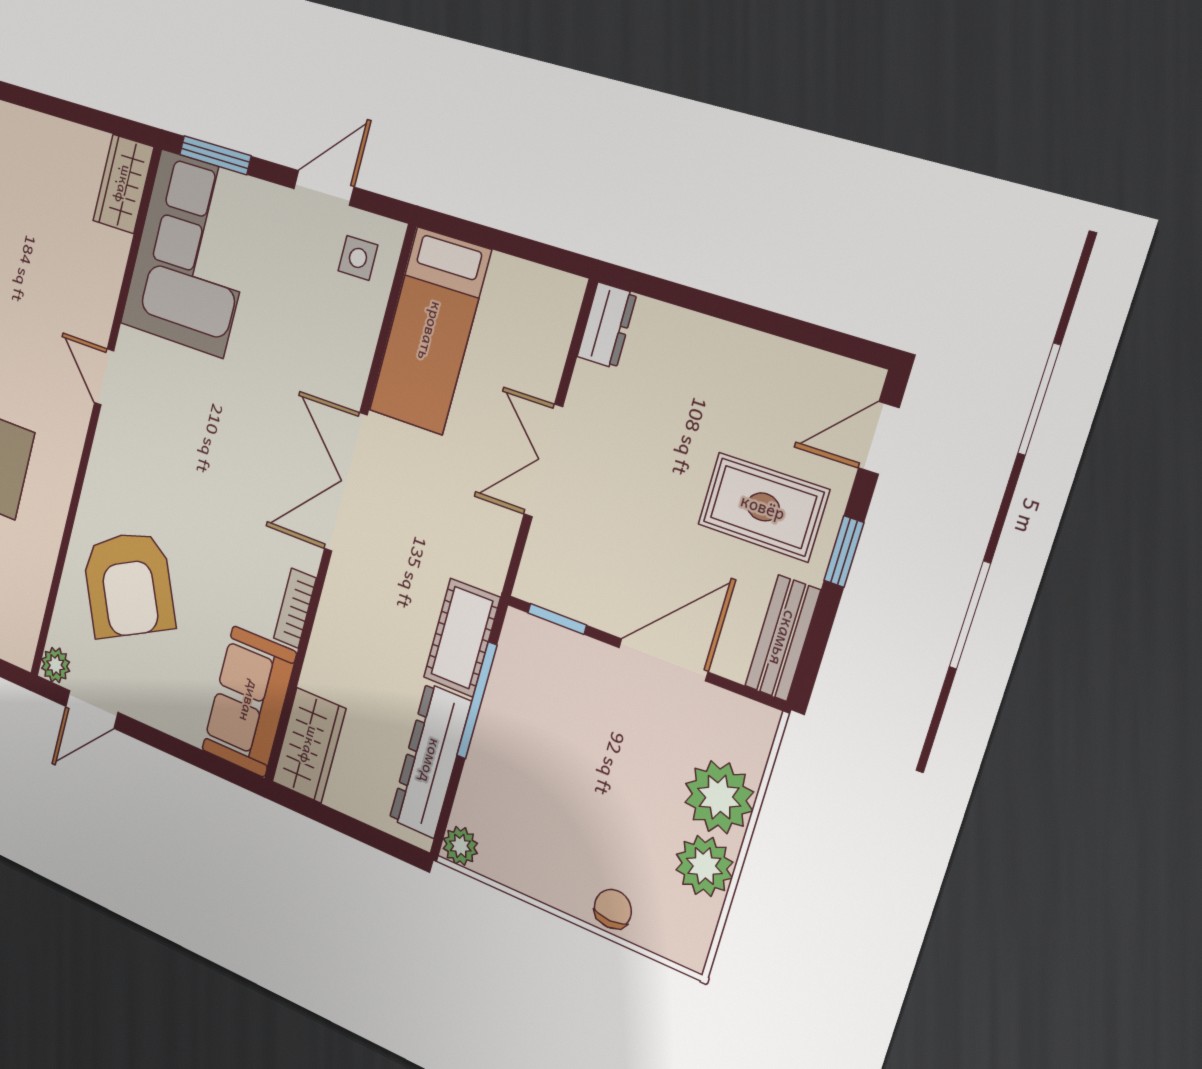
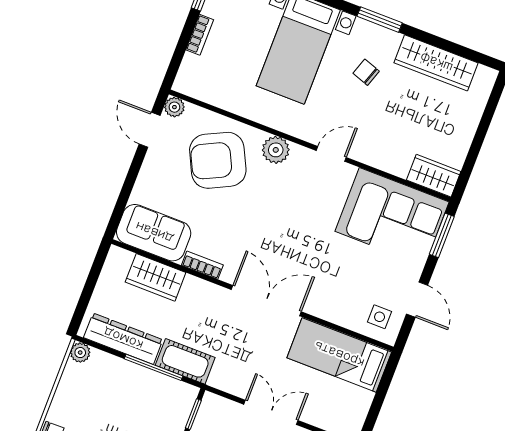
plant: (105, 479) -> (276, 150), added
wardrobe: (309, 745) -> (156, 277), moved

